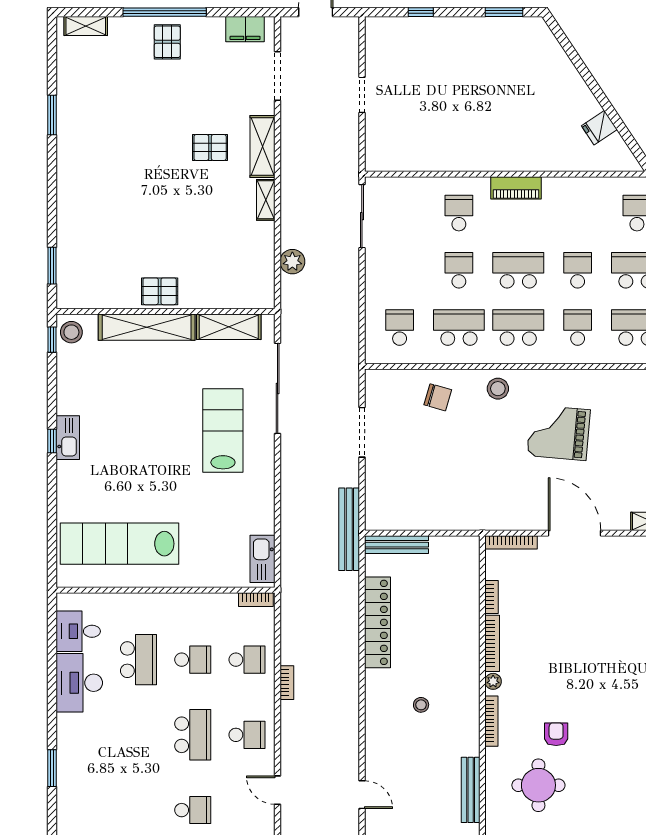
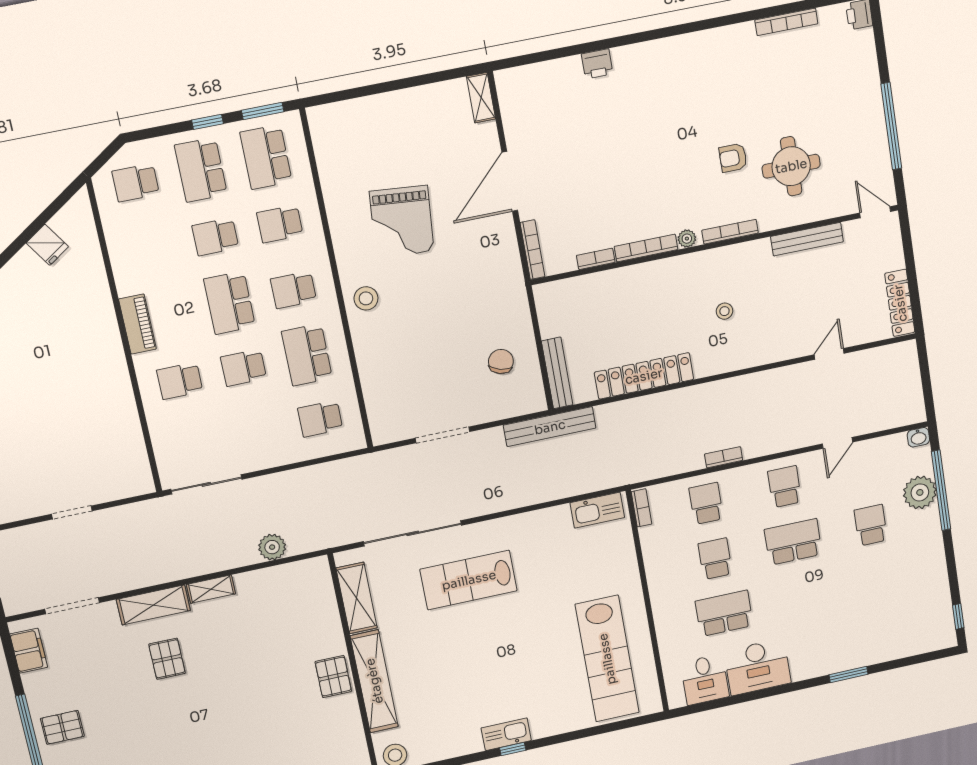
school desk: (518, 327) -> (293, 290), width x0.54
chair: (438, 397) -> (501, 361), moved

